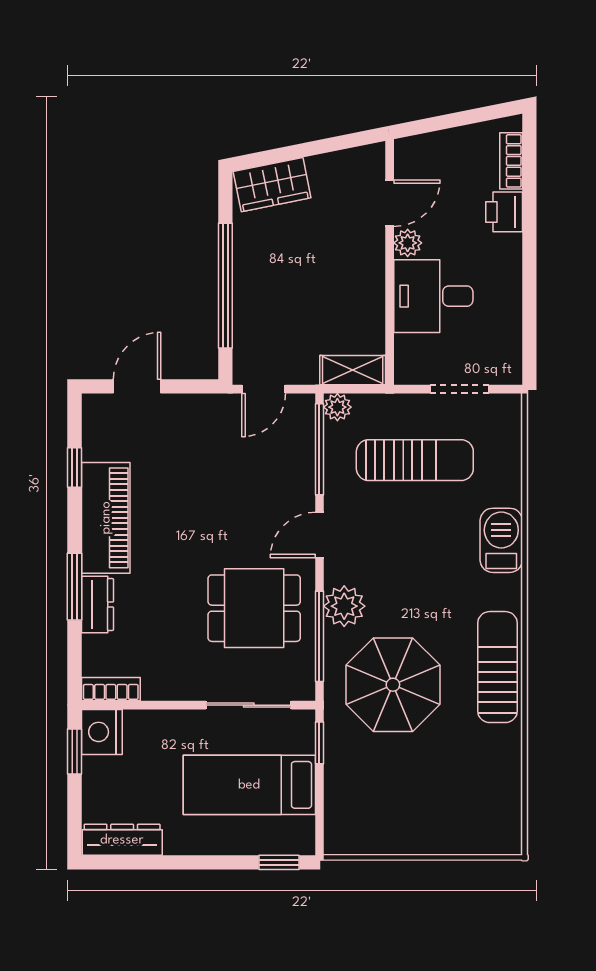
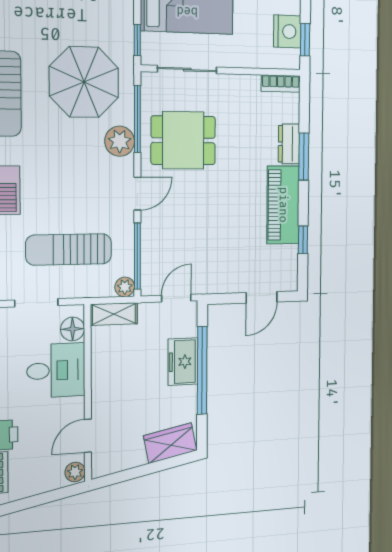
plant: (408, 243) -> (75, 472), moved
freezer: (254, 299) -> (183, 362), added
floor lamp: (410, 352) -> (73, 329), added
nightstand: (102, 732) -> (287, 31), moved

